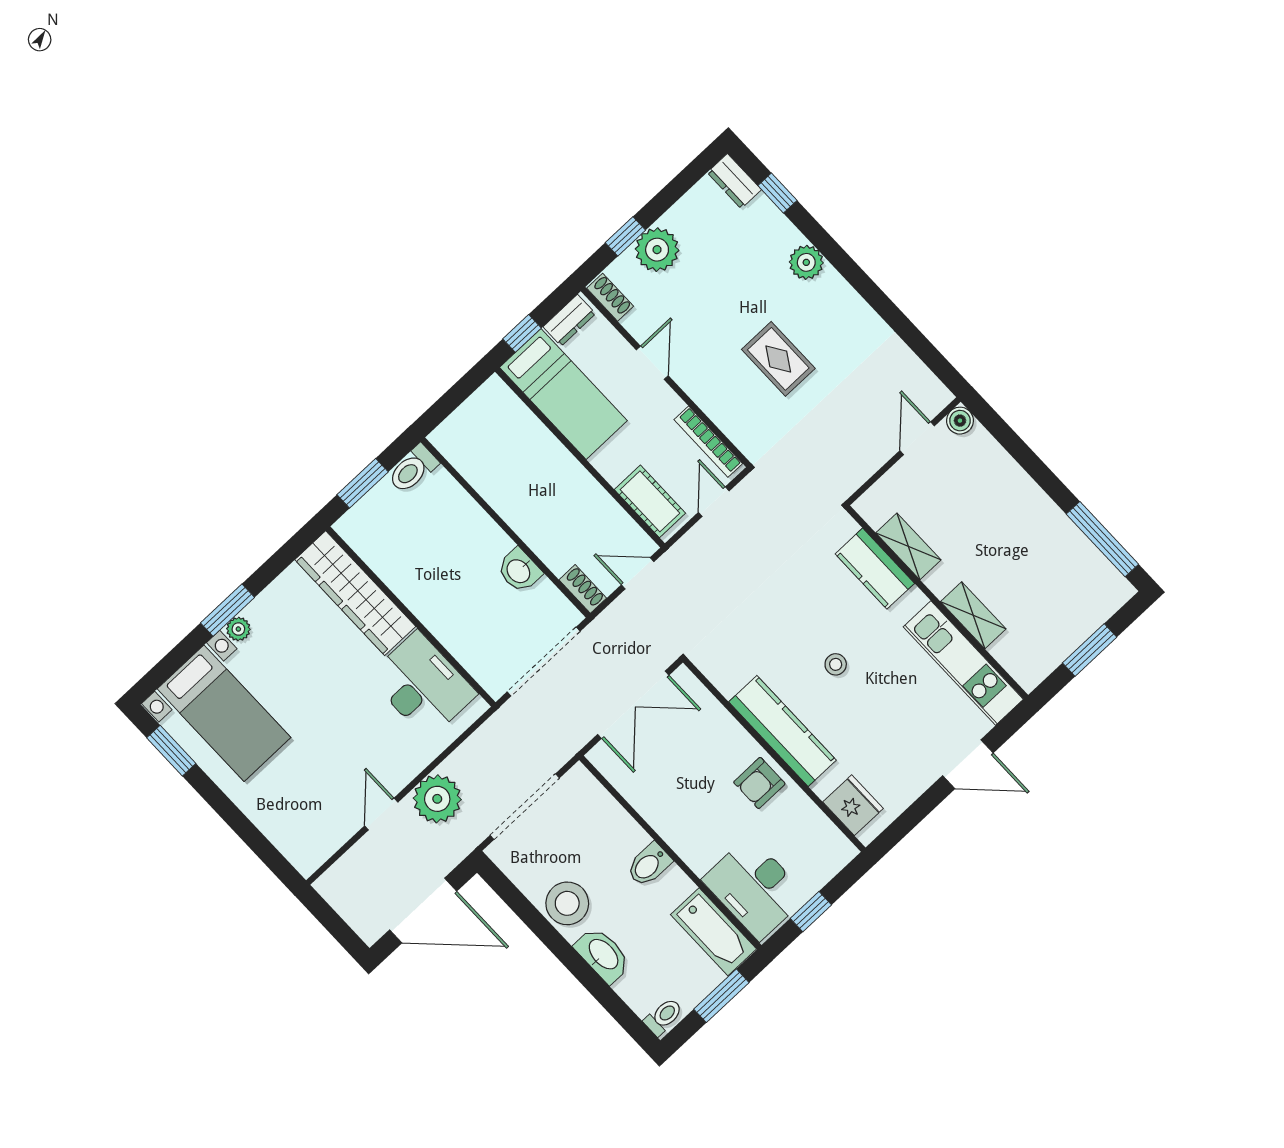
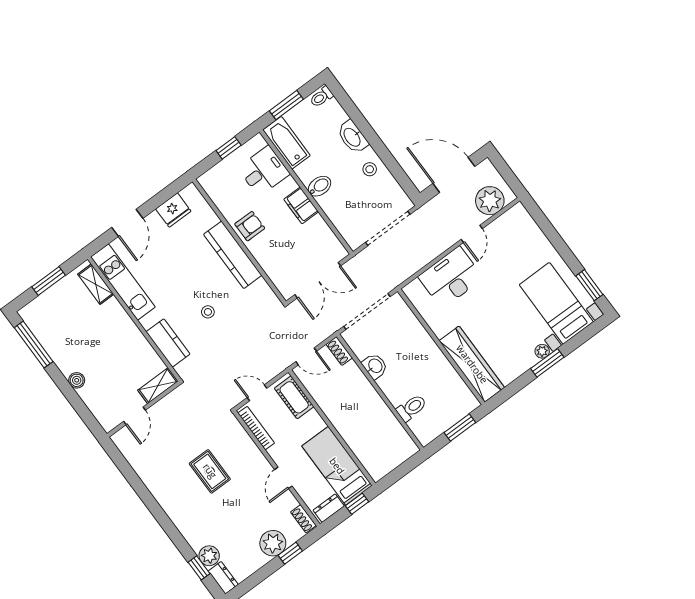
plant: (806, 262) -> (209, 556), moved
boiler: (960, 421) -> (77, 380), moved
toilet: (413, 469) -> (412, 408), moved
door: (714, 502) -> (257, 393), swing flipped
shelving: (908, 546) -> (158, 386), moved, turned 90
shelving: (973, 615) -> (96, 284), moved
stool: (836, 664) -> (208, 312), moved
desk: (422, 685) -> (451, 277), moved, turned 90
double door: (633, 705) -> (318, 280), swing flipped
door: (968, 764) -> (127, 223), swing flipped
plant: (437, 799) -> (490, 201), moved
fridge: (853, 805) -> (173, 210), moved, turned -90
filing cabinet: (676, 828) -> (301, 205), added
desk: (755, 888) -> (264, 171), width x0.73
stool: (567, 903) -> (370, 169), width x0.53, depth x0.53

